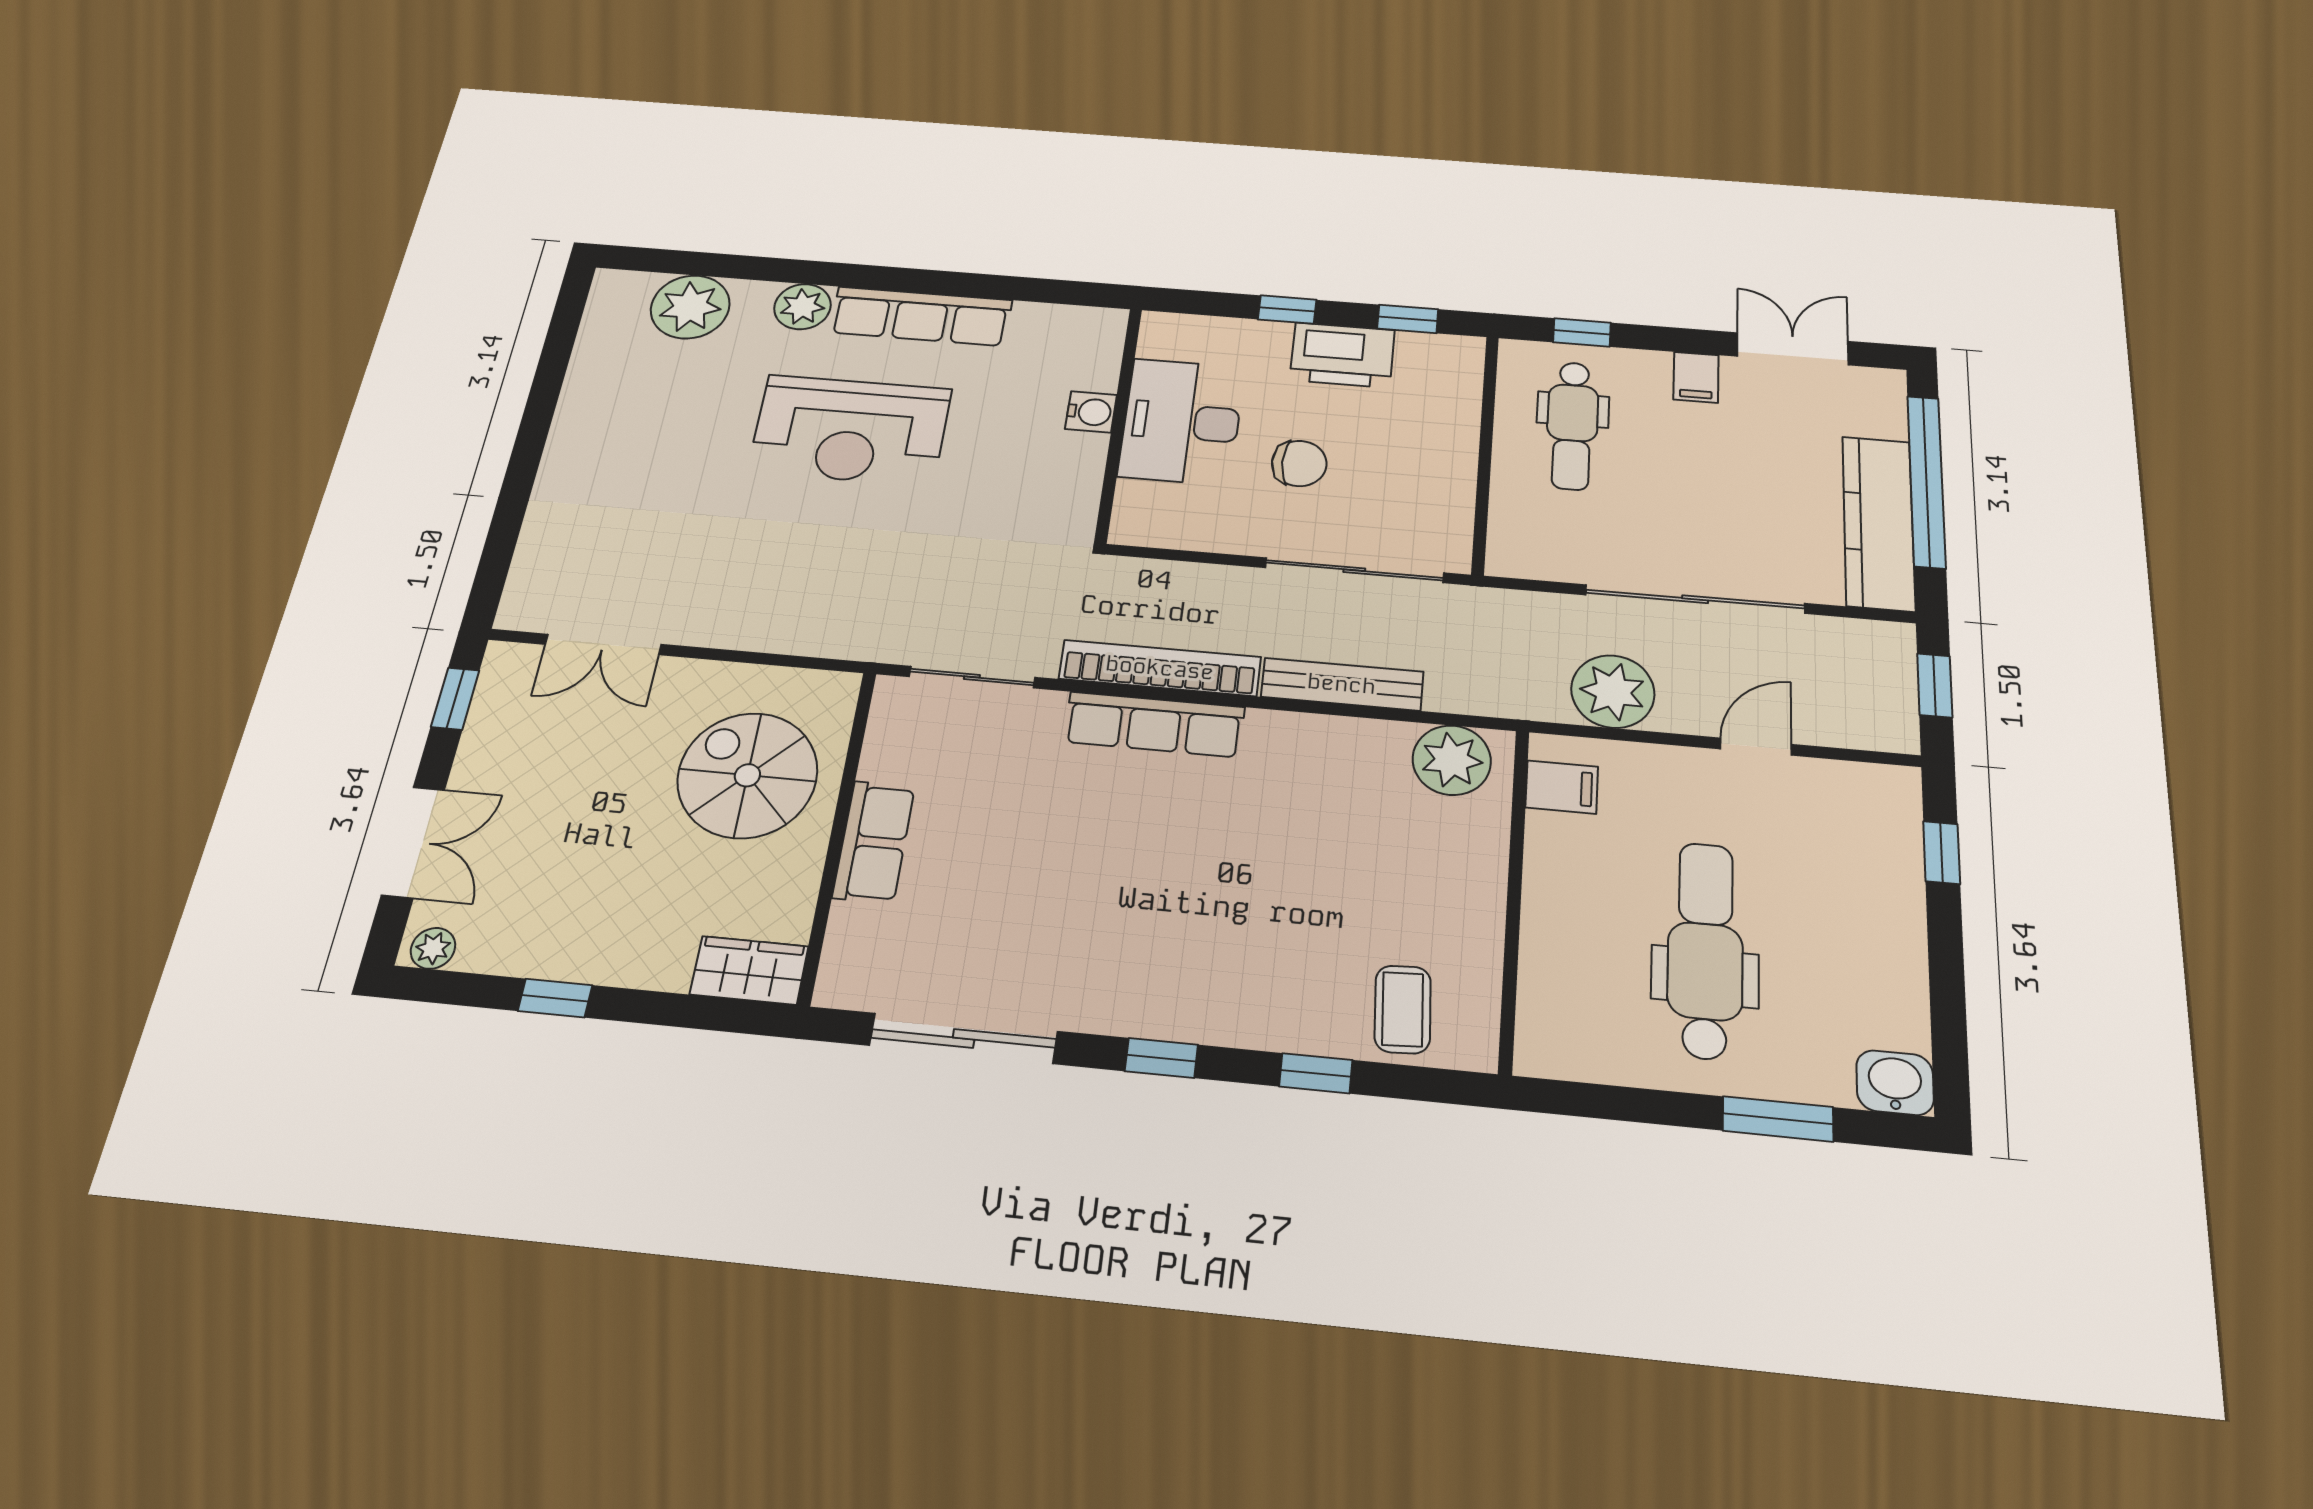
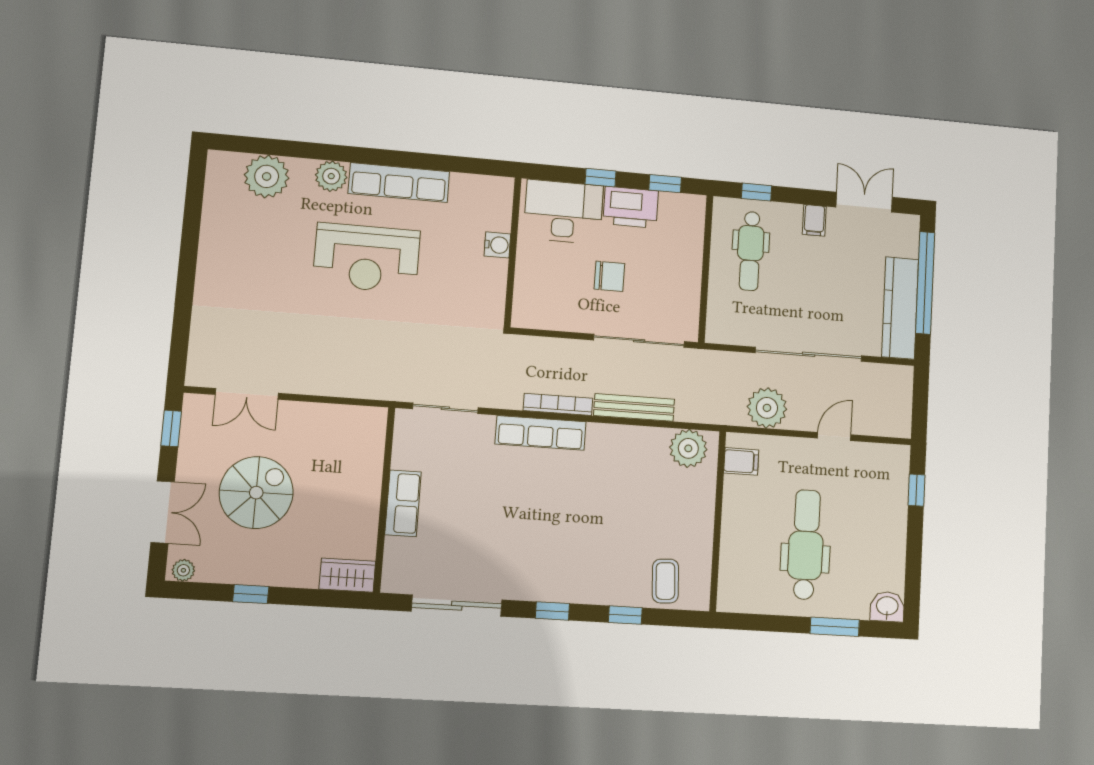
desk: (1182, 422) -> (563, 212), moved, turned 90
bookcase: (1160, 668) -> (558, 404), width x0.68, depth x0.76
window: (1935, 685) -> (920, 400), removed
spiral stairs: (747, 775) -> (256, 493), moved, turned 90

